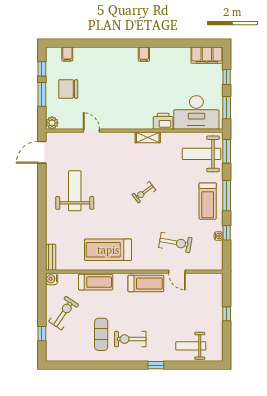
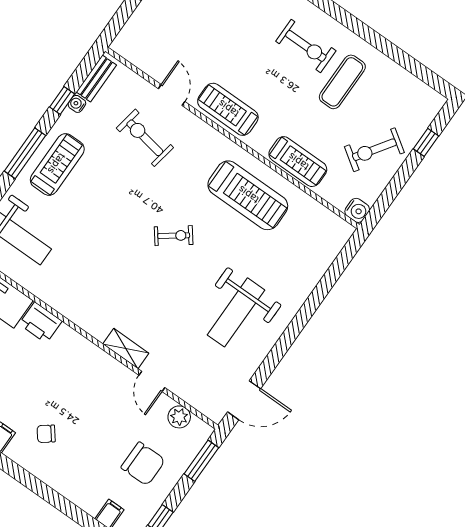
chair: (124, 71) -> (46, 434), added
window: (42, 94) -> (201, 461), moved
plant: (52, 123) -> (179, 417), moved
shelving: (148, 137) -> (126, 349), moved
exercise bike: (144, 192) -> (174, 236), moved
bench: (51, 257) -> (96, 79), moved
treadmill: (96, 282) -> (298, 162), turned 180

